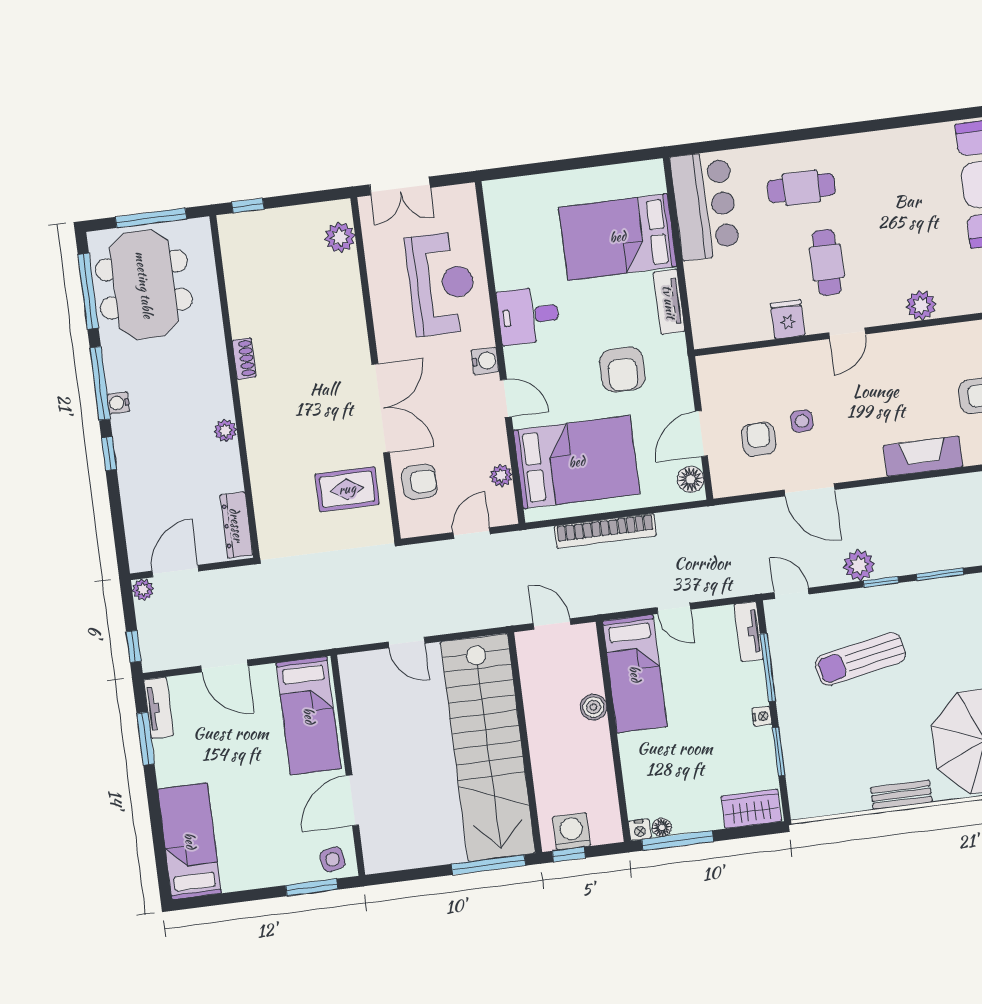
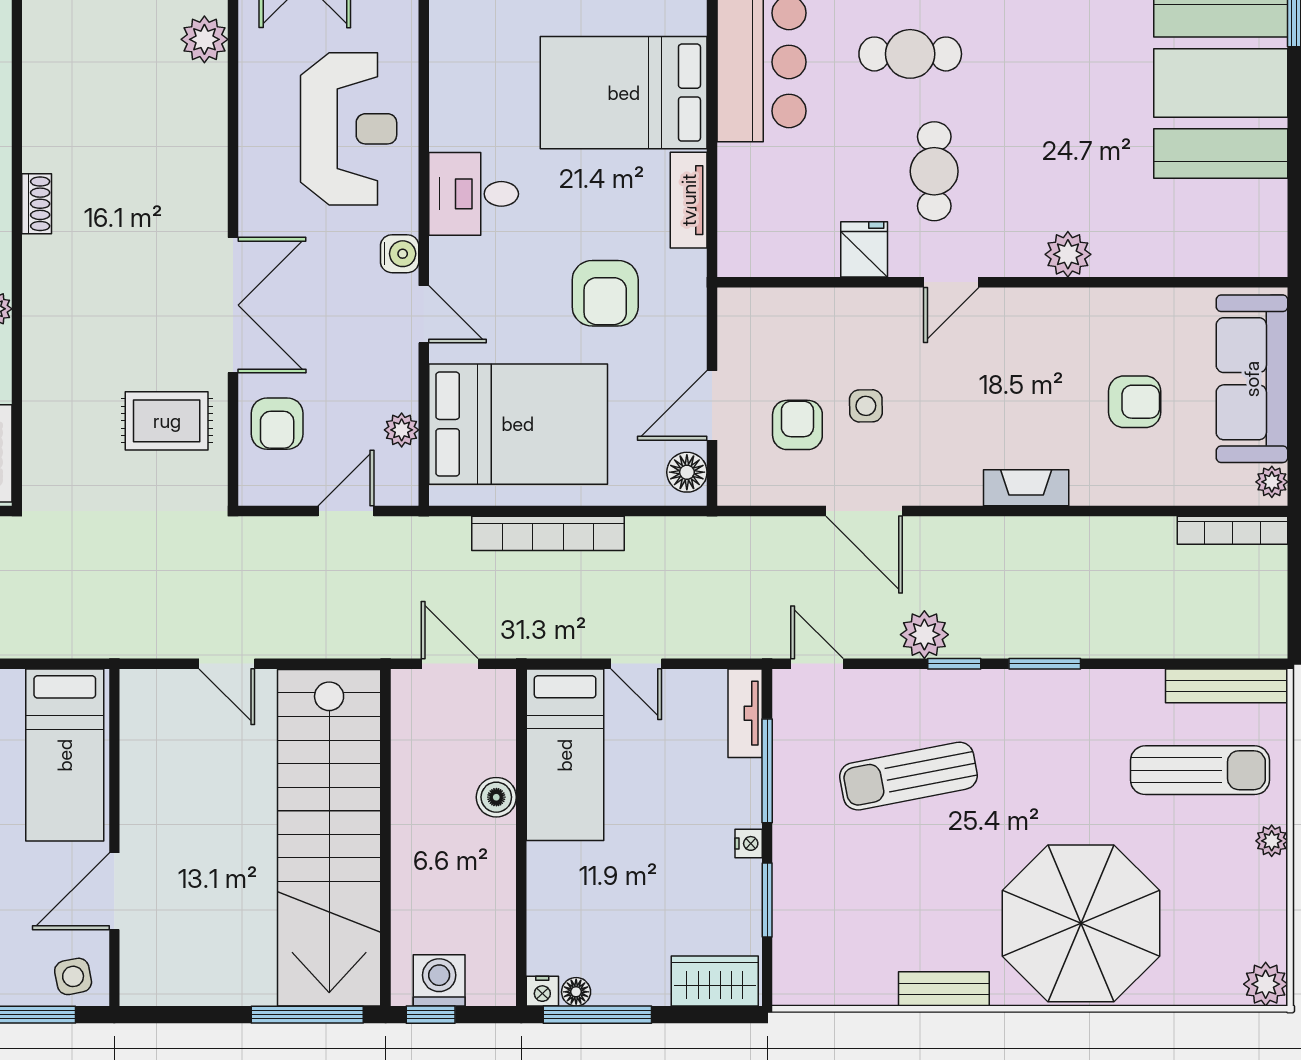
fireplace: (923, 456) -> (1026, 488), width x0.73, depth x0.76
armchair: (419, 482) -> (277, 424), turned 90

